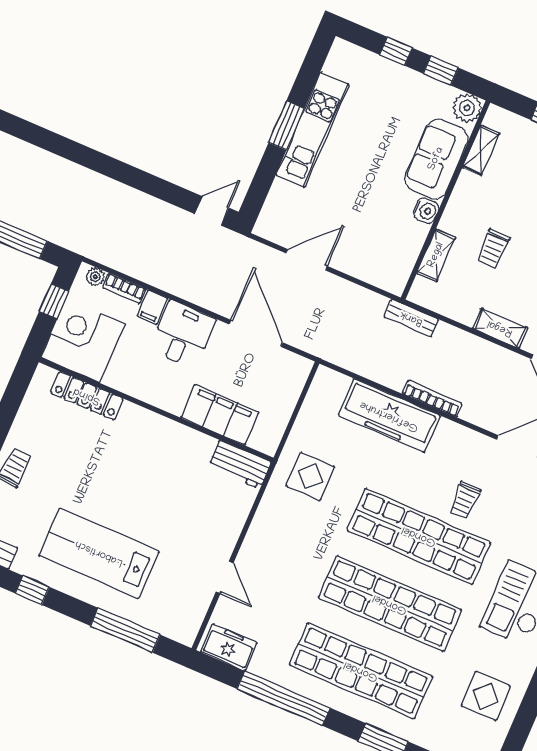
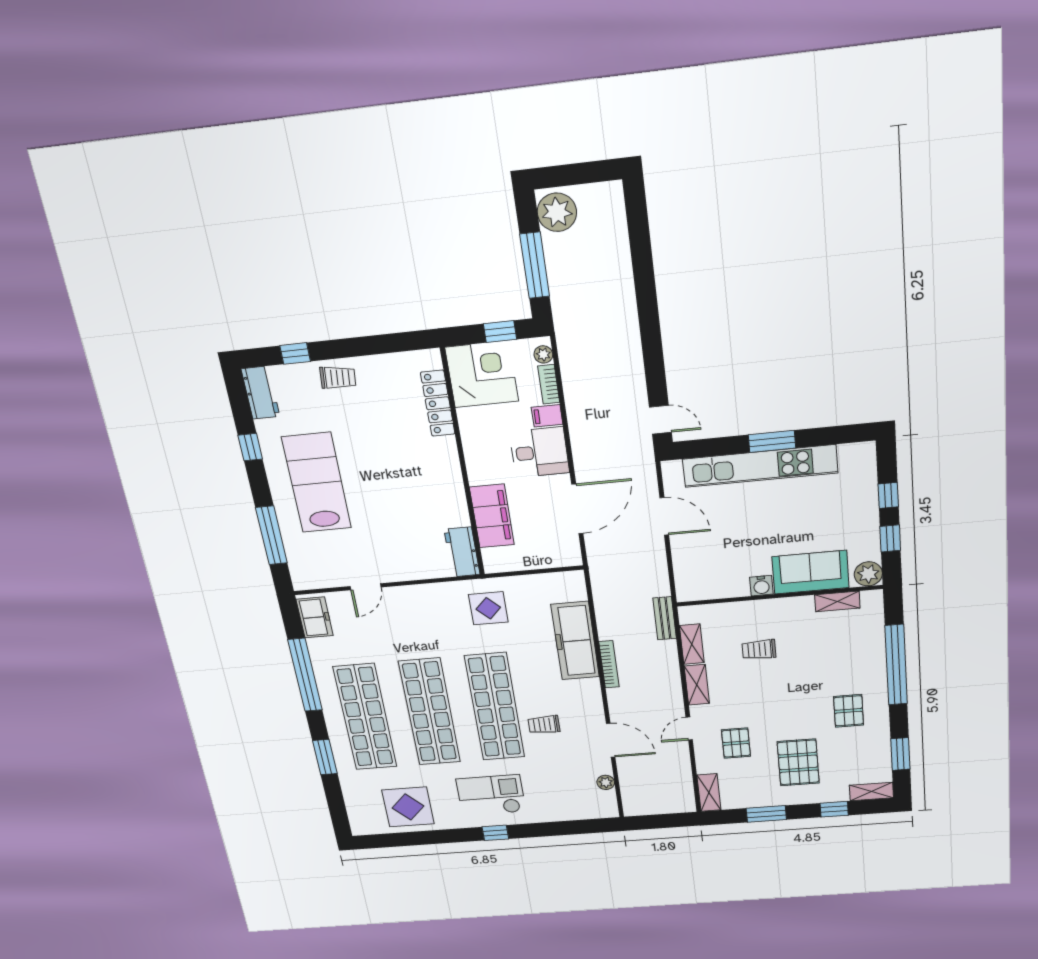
kitchen unit: (313, 130) -> (760, 466), width x1.36
shelving: (436, 255) -> (692, 644), moved, turned 90
display table: (486, 696) -> (408, 807), width x1.36, depth x1.36

